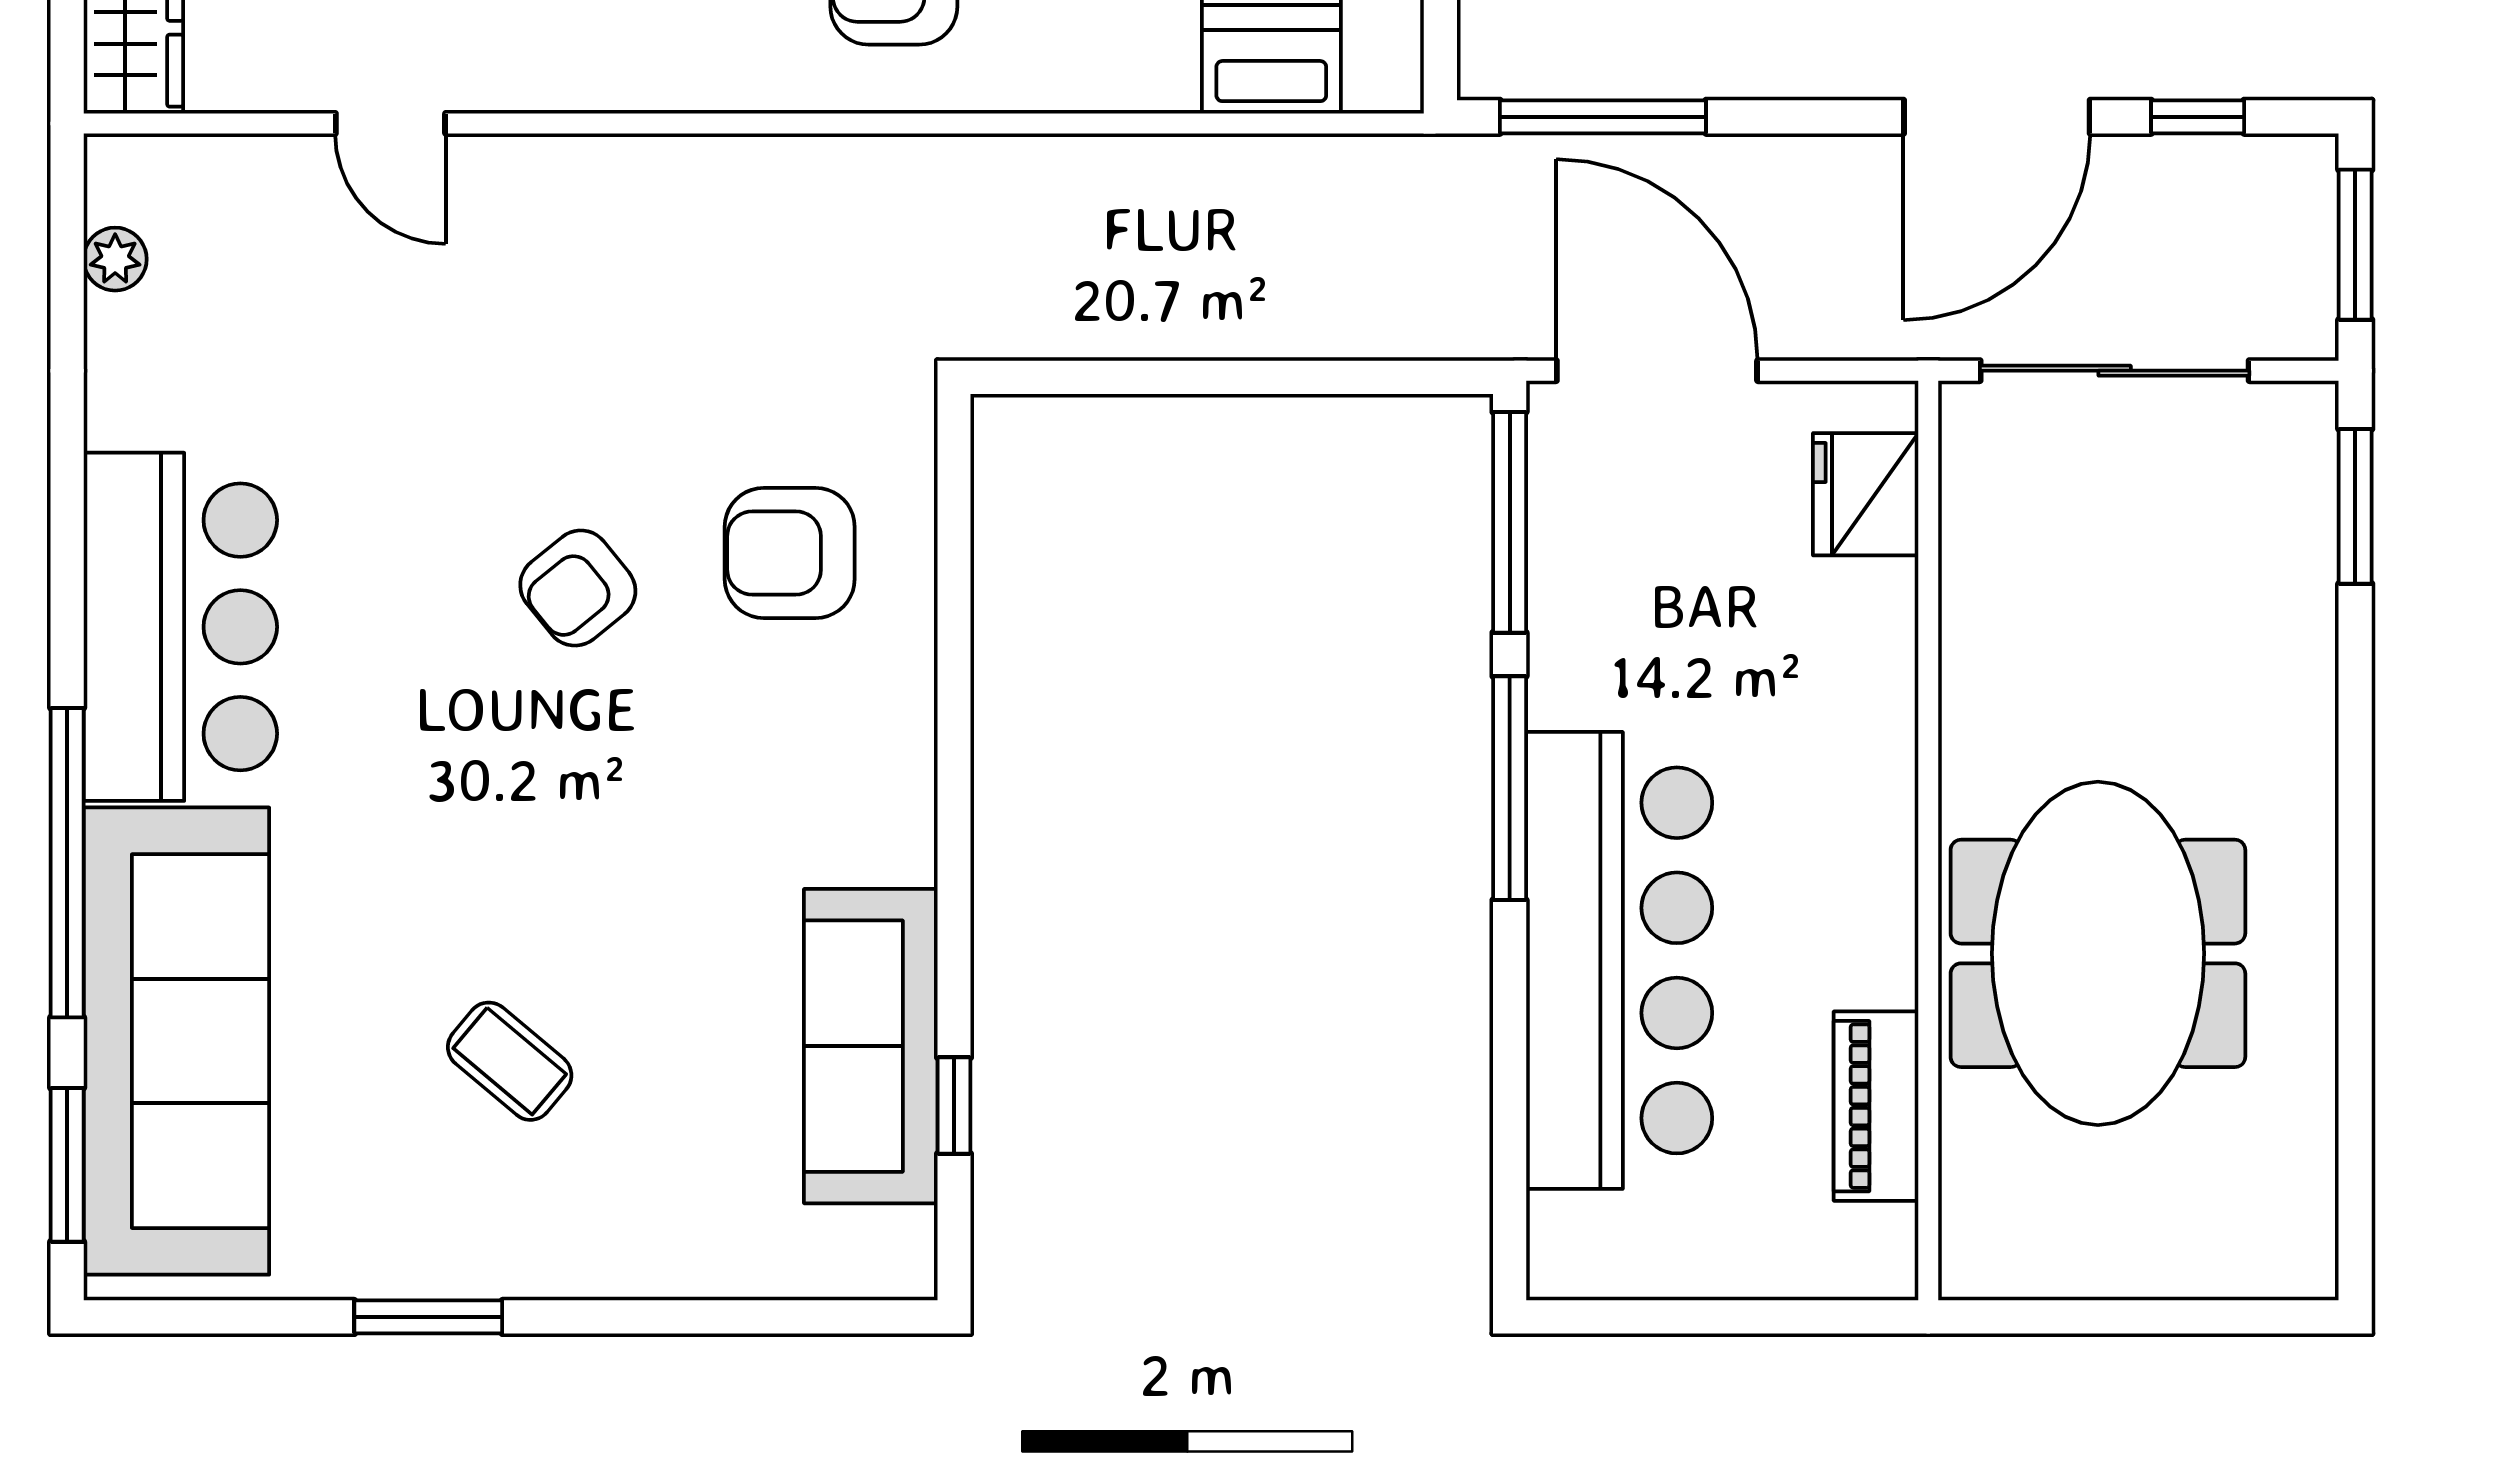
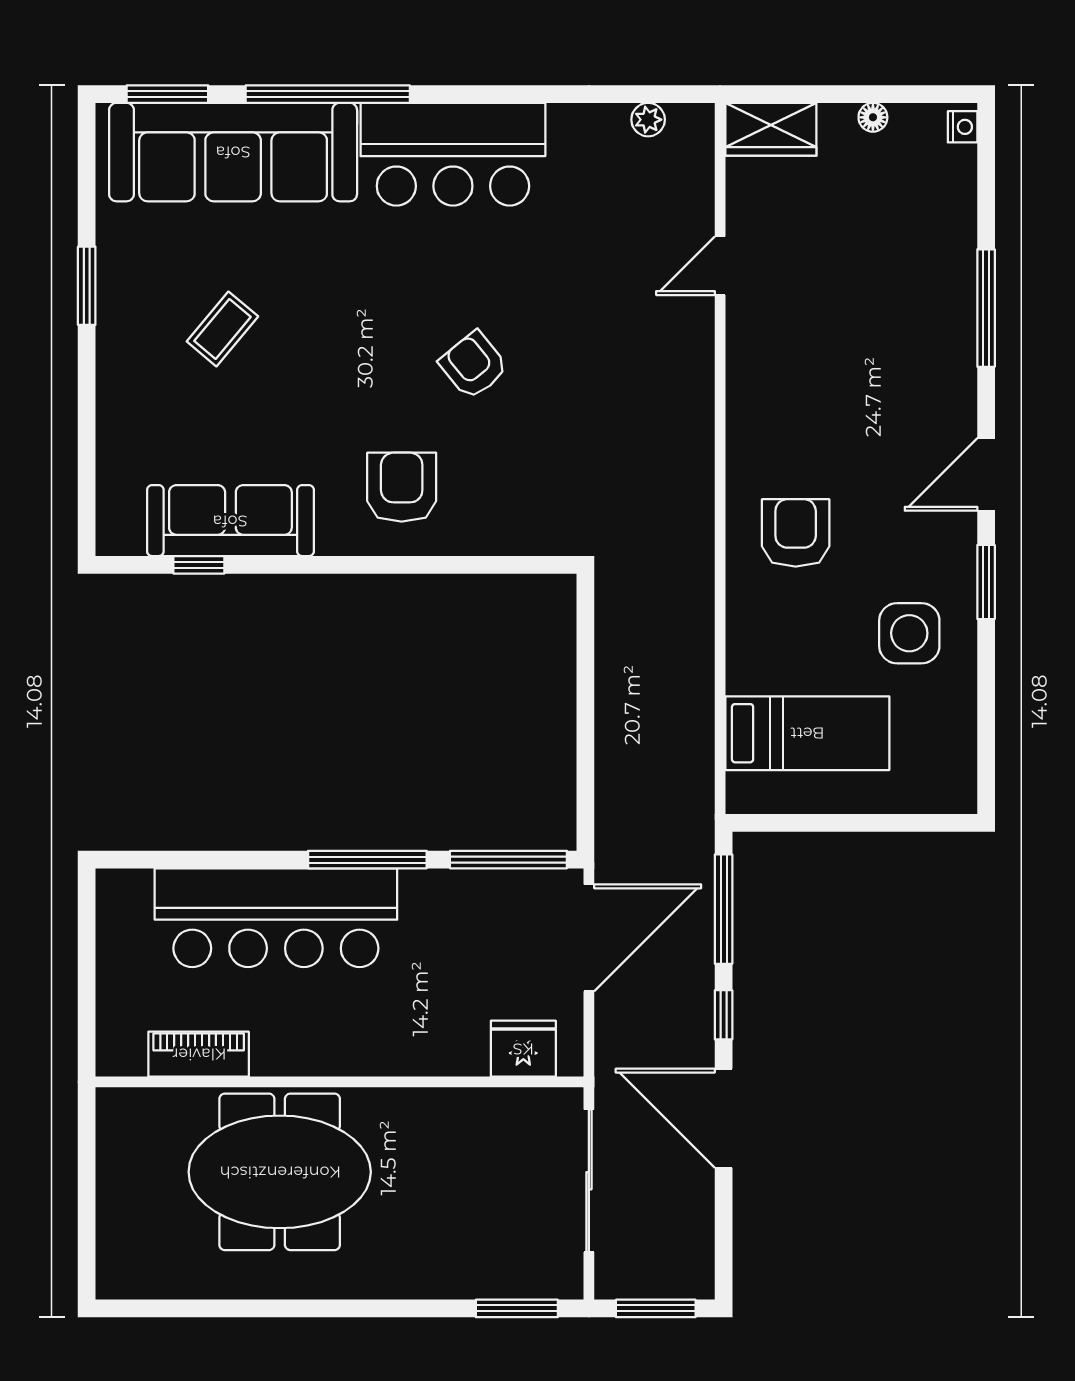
window: (2198, 117) -> (724, 1015), moved
armchair: (790, 553) -> (402, 487), moved

